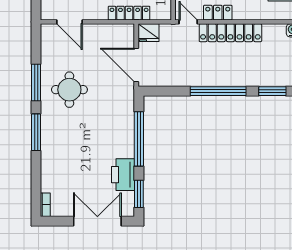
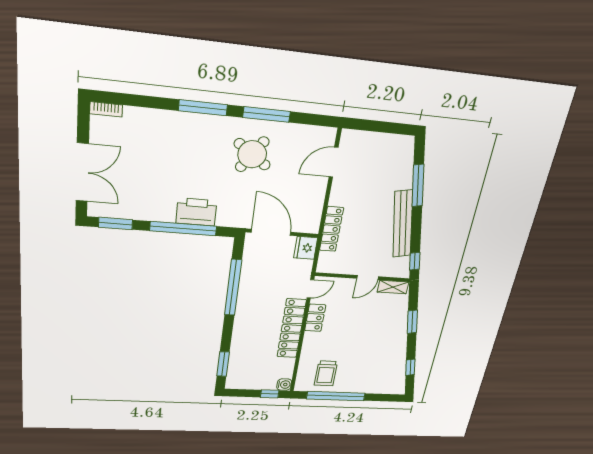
door: (136, 65) -> (271, 232), hinge flipped
round table: (69, 90) -> (252, 154), turned 35
window: (218, 91) -> (233, 288), moved
printer: (123, 175) -> (196, 212), moved

